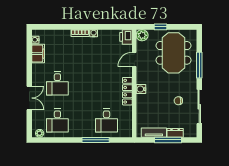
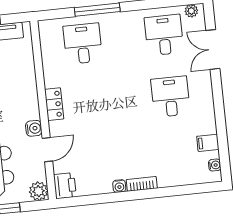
filing cabinet: (38, 54) -> (208, 143), width x0.50
water cooler: (141, 89) -> (34, 128), moved
locker: (127, 91) -> (54, 104), width x0.66
double door: (29, 98) -> (213, 50), moved

